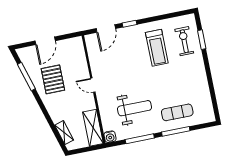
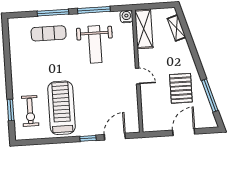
treadmill: (157, 48) -> (61, 108), width x1.37, depth x1.38
weight bench: (135, 108) -> (95, 44), turned -90

